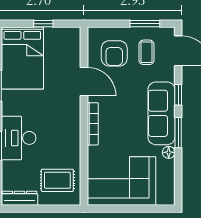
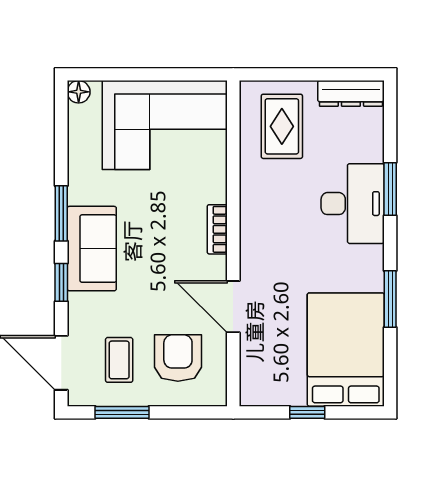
sofa: (161, 113) -> (92, 249), width x0.73
bookcase: (93, 124) -> (217, 229), width x0.64
floor lamp: (169, 152) -> (79, 92), moved
rug: (57, 180) -> (282, 126), turned 90

